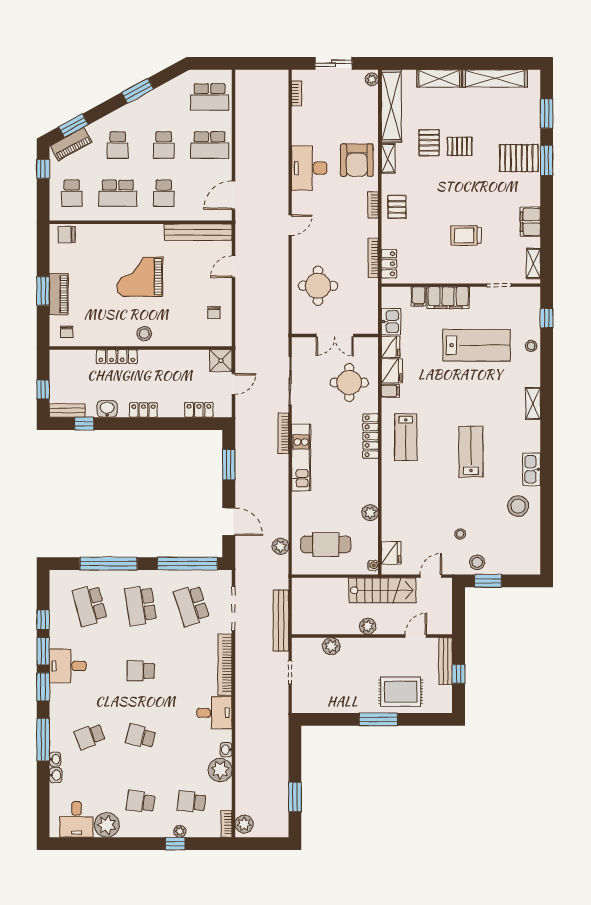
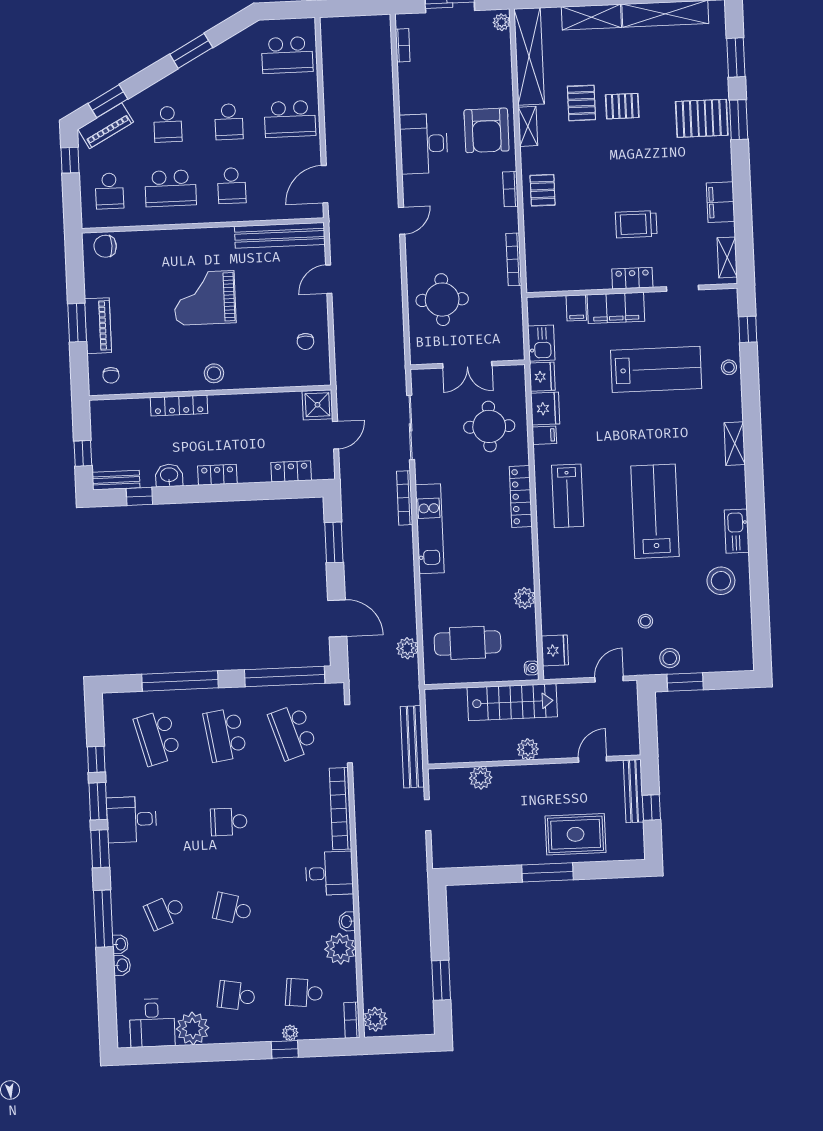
locker: (389, 264) -> (632, 278), moved, turned -90
lab bench: (471, 452) -> (655, 511), width x1.36, depth x1.39
stairs: (382, 590) -> (512, 702), moved

